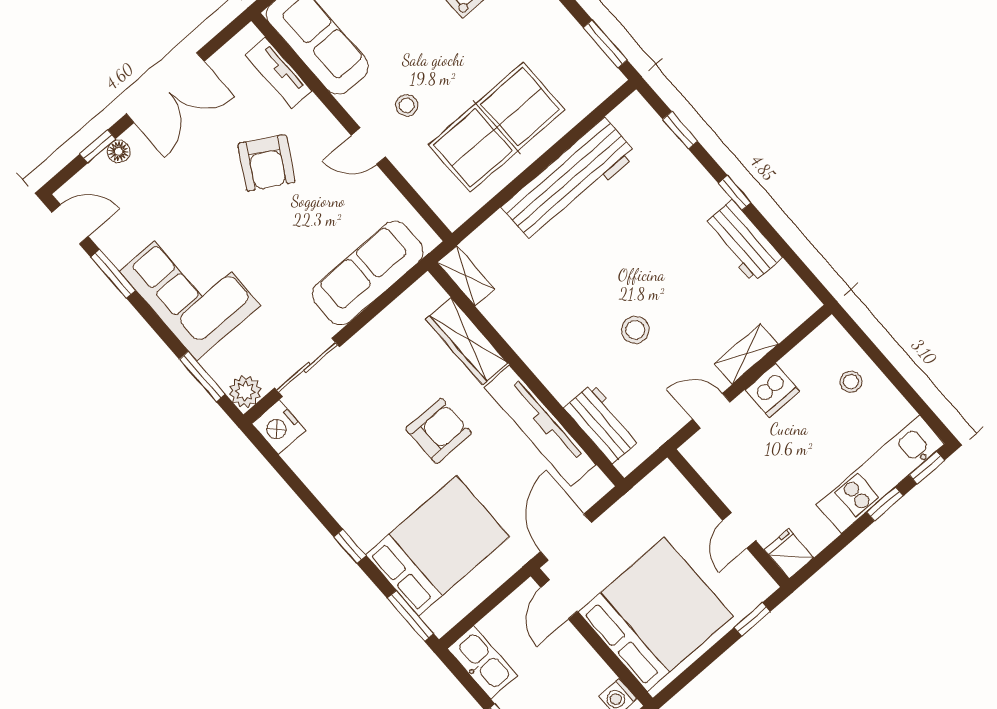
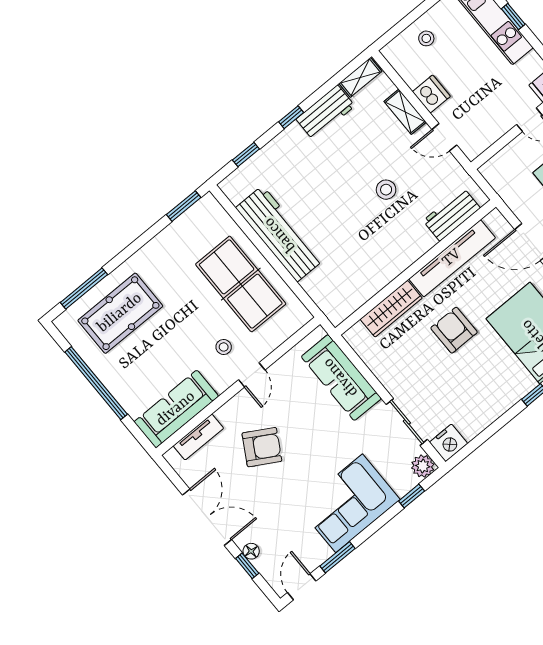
shelving: (466, 276) -> (360, 77), moved
window: (202, 377) -> (412, 496), width x0.67
door: (711, 411) -> (444, 137), hinge flipped

